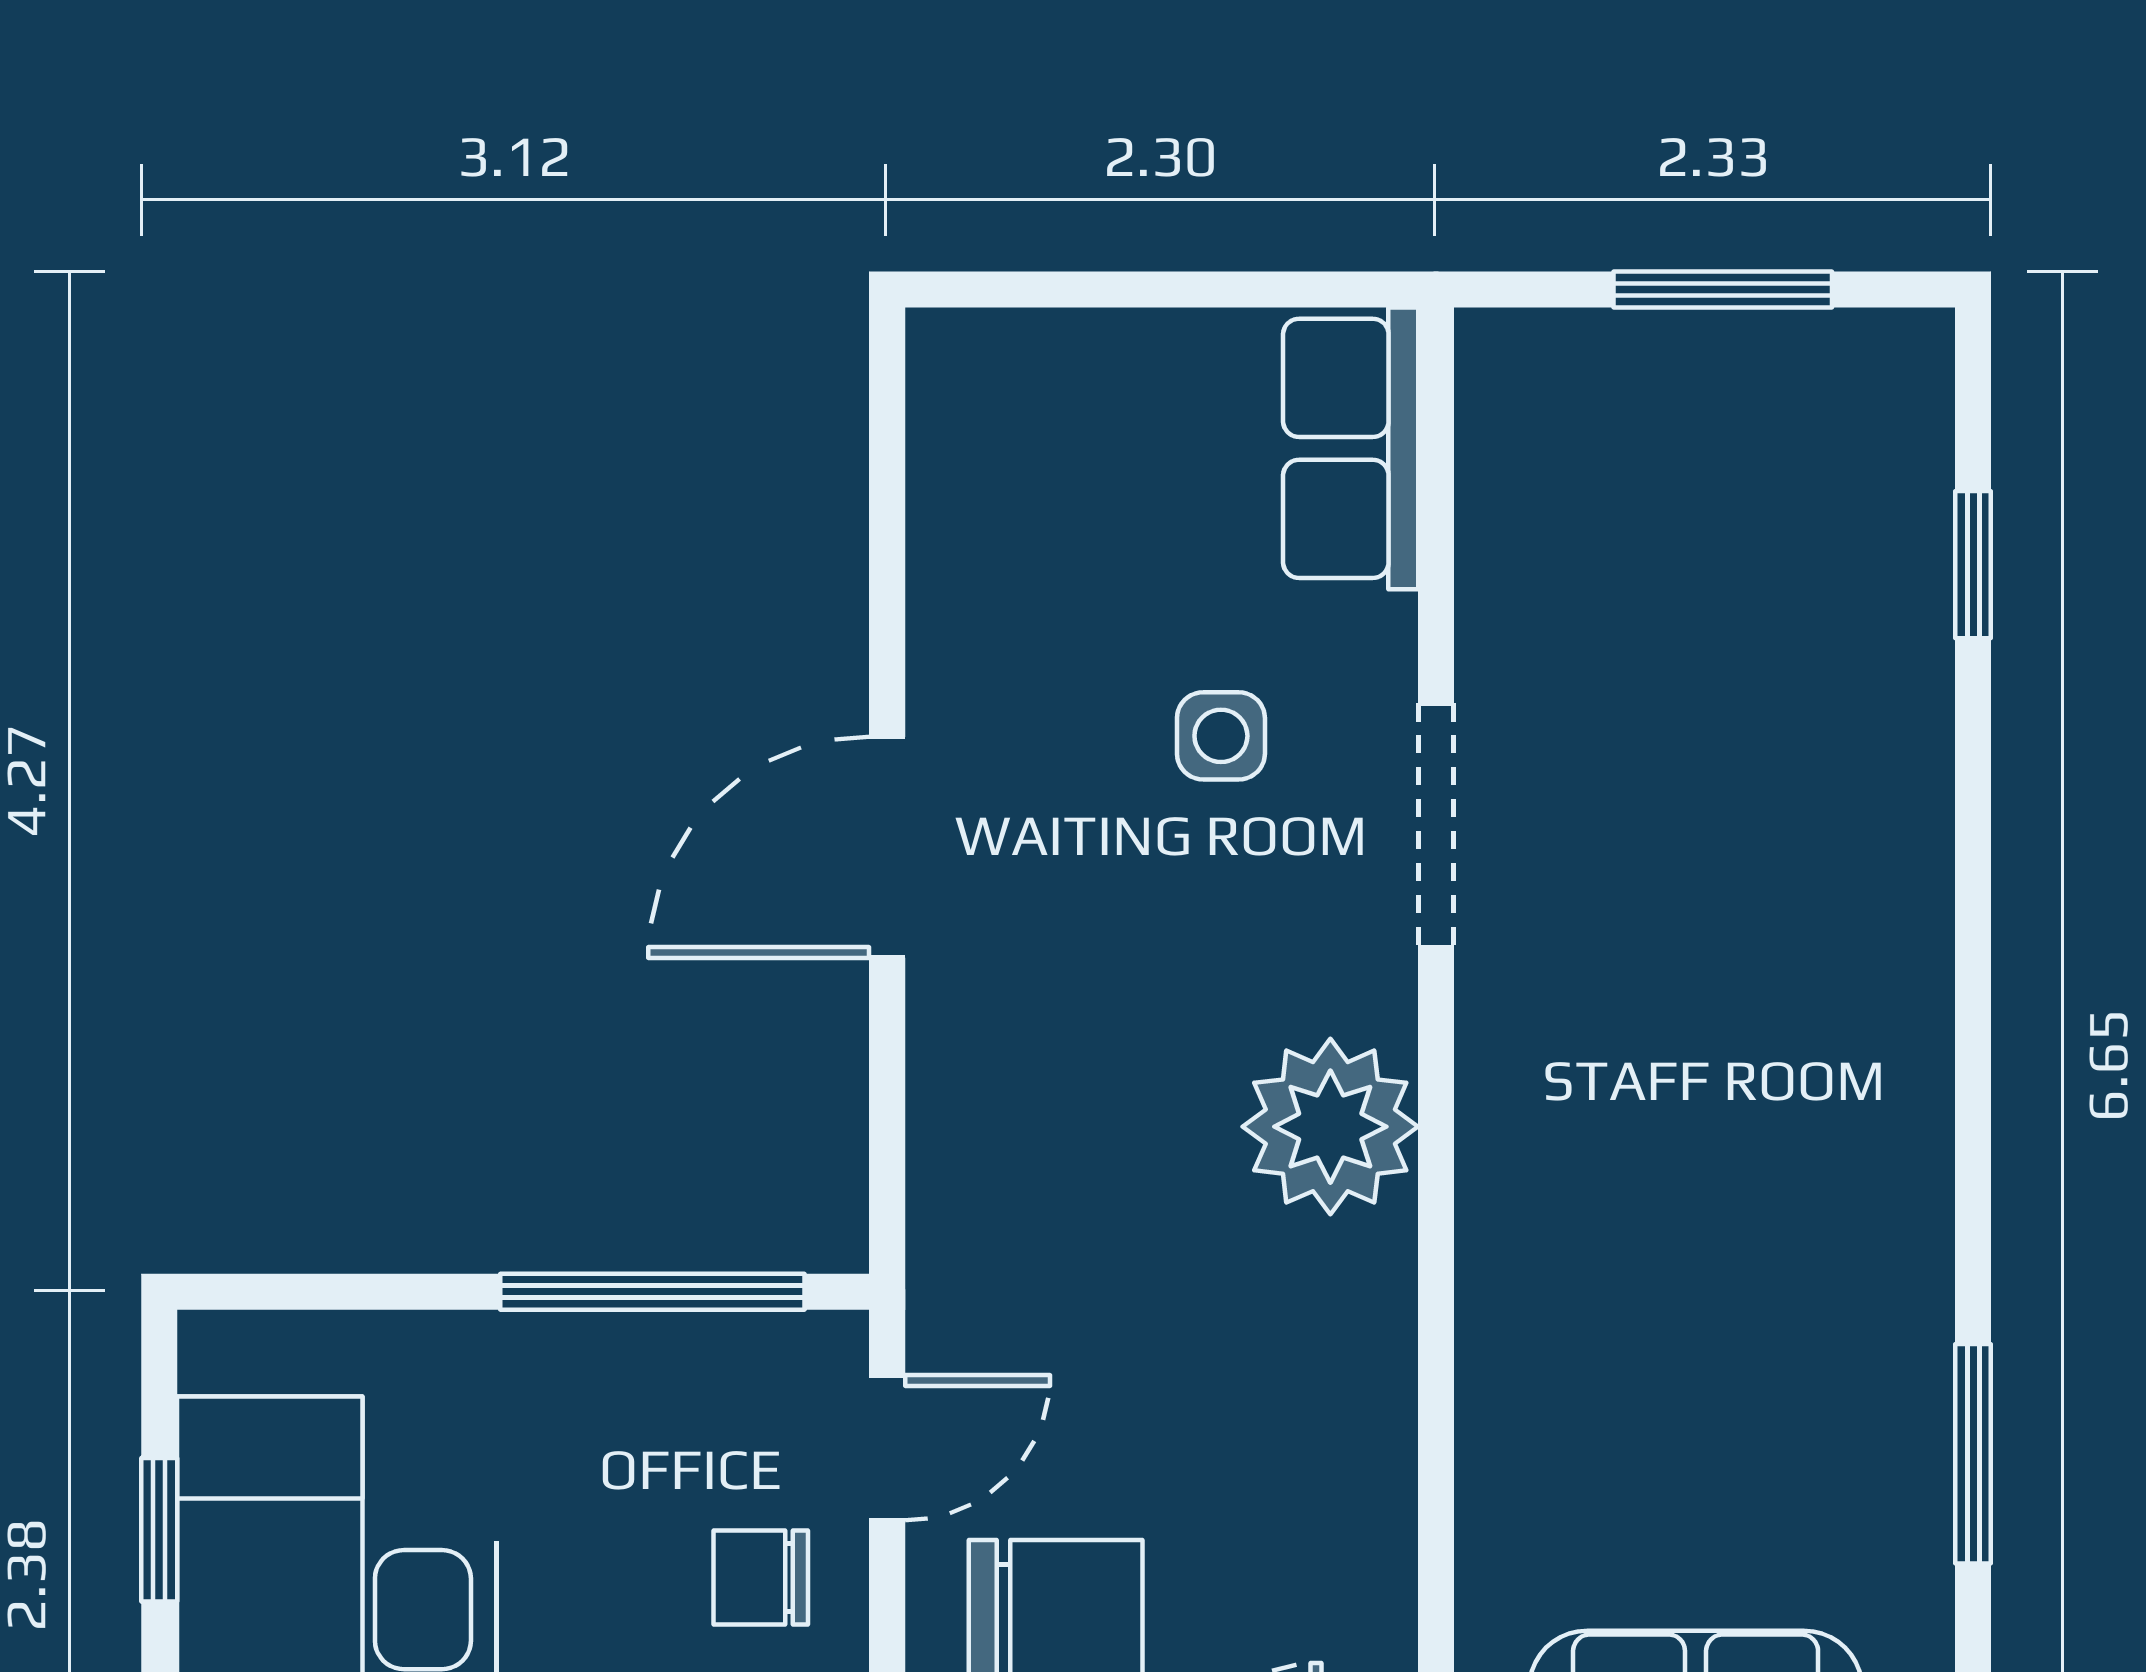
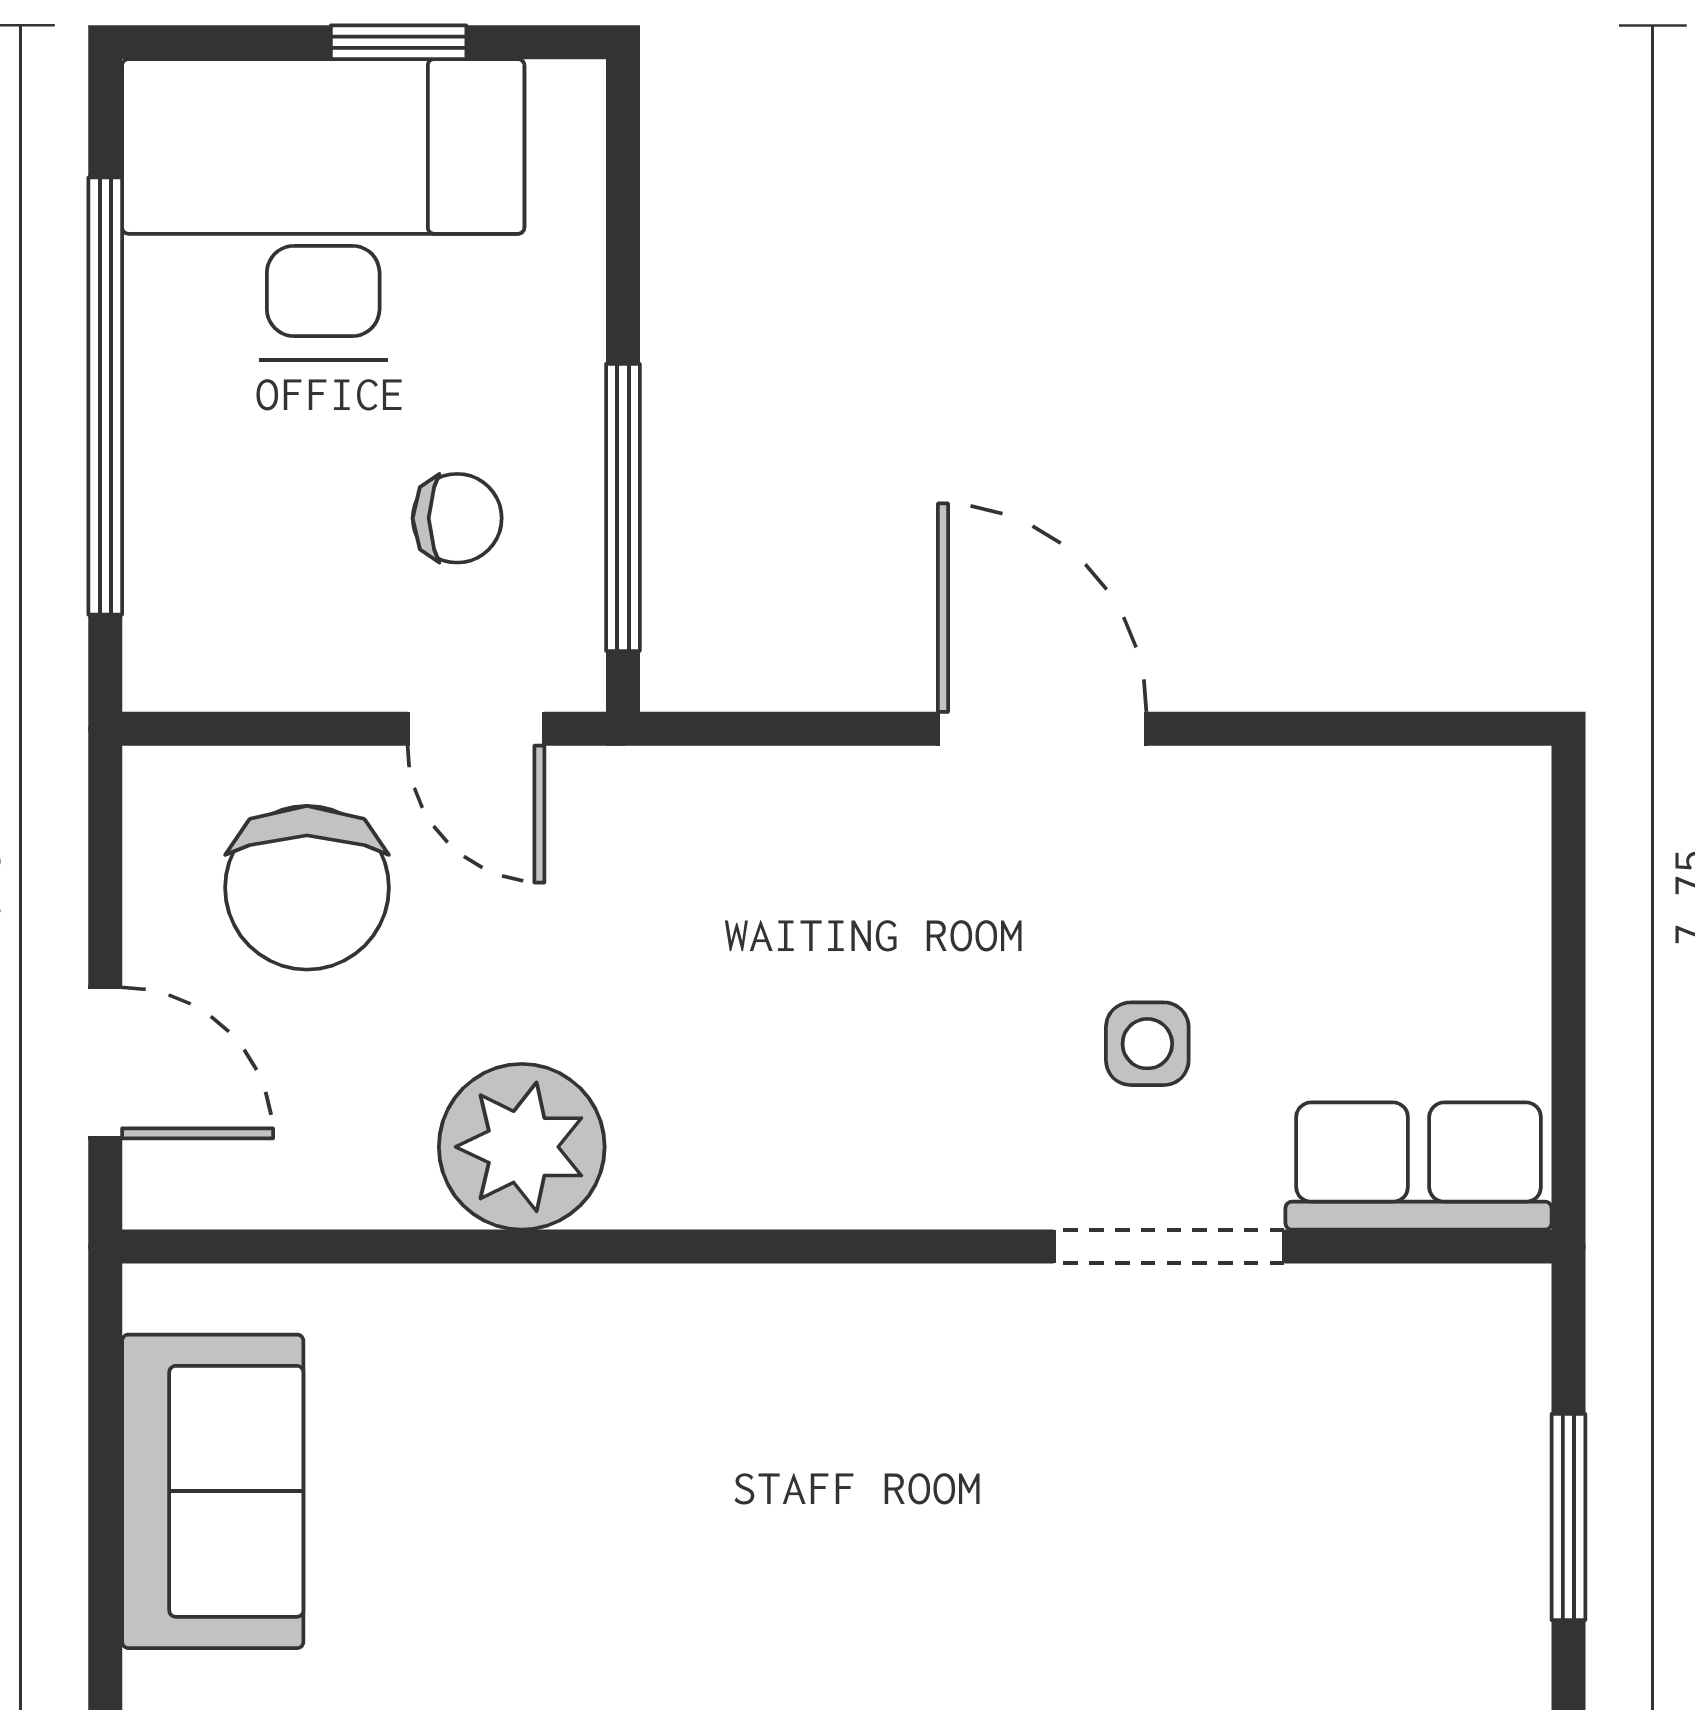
doorway: (1436, 826) -> (1169, 1247), moved
plant: (1330, 1127) -> (522, 1147), moved
chair: (761, 1577) -> (457, 518), moved, turned 90

